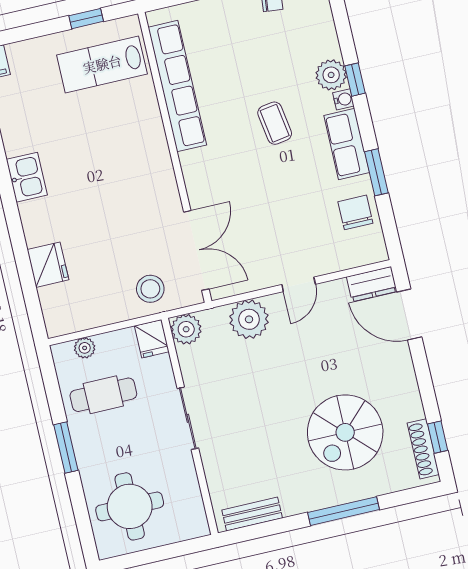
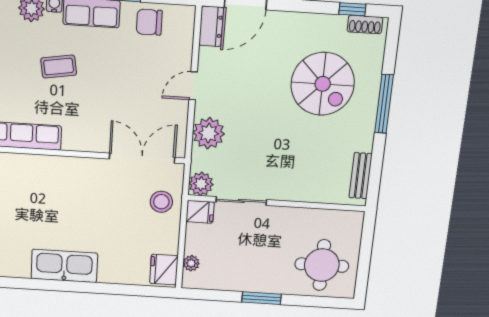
kitchen sink: (27, 177) -> (64, 266), width x1.88, depth x1.24
fridge: (48, 265) -> (164, 270), moved, turned -90
door: (299, 284) -> (193, 86), swing flipped
cafe table: (103, 395) -> (231, 260), removed
sliding door: (188, 418) -> (241, 201), moved
shoe rack: (423, 449) -> (365, 25), width x0.70

